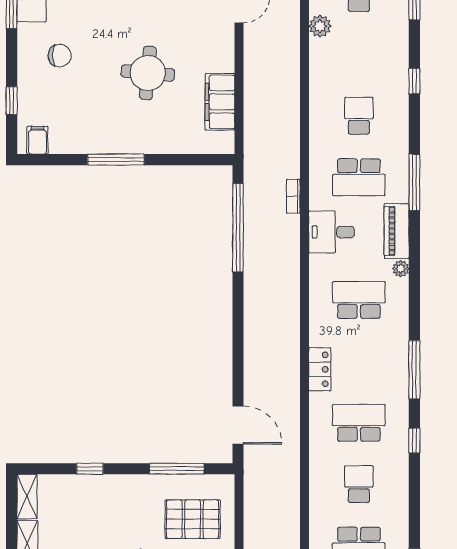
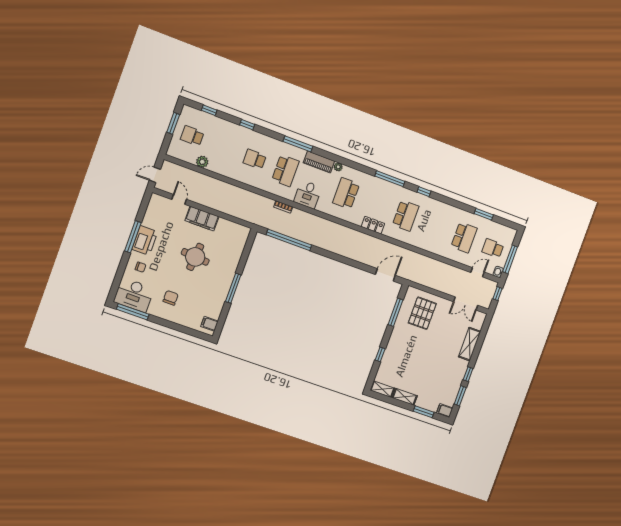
window: (12, 101) -> (185, 330), removed
filing cabinet: (220, 102) -> (202, 219), moved
school desk: (359, 423) -> (406, 216), turned 180
school desk: (359, 484) -> (435, 227), removed

